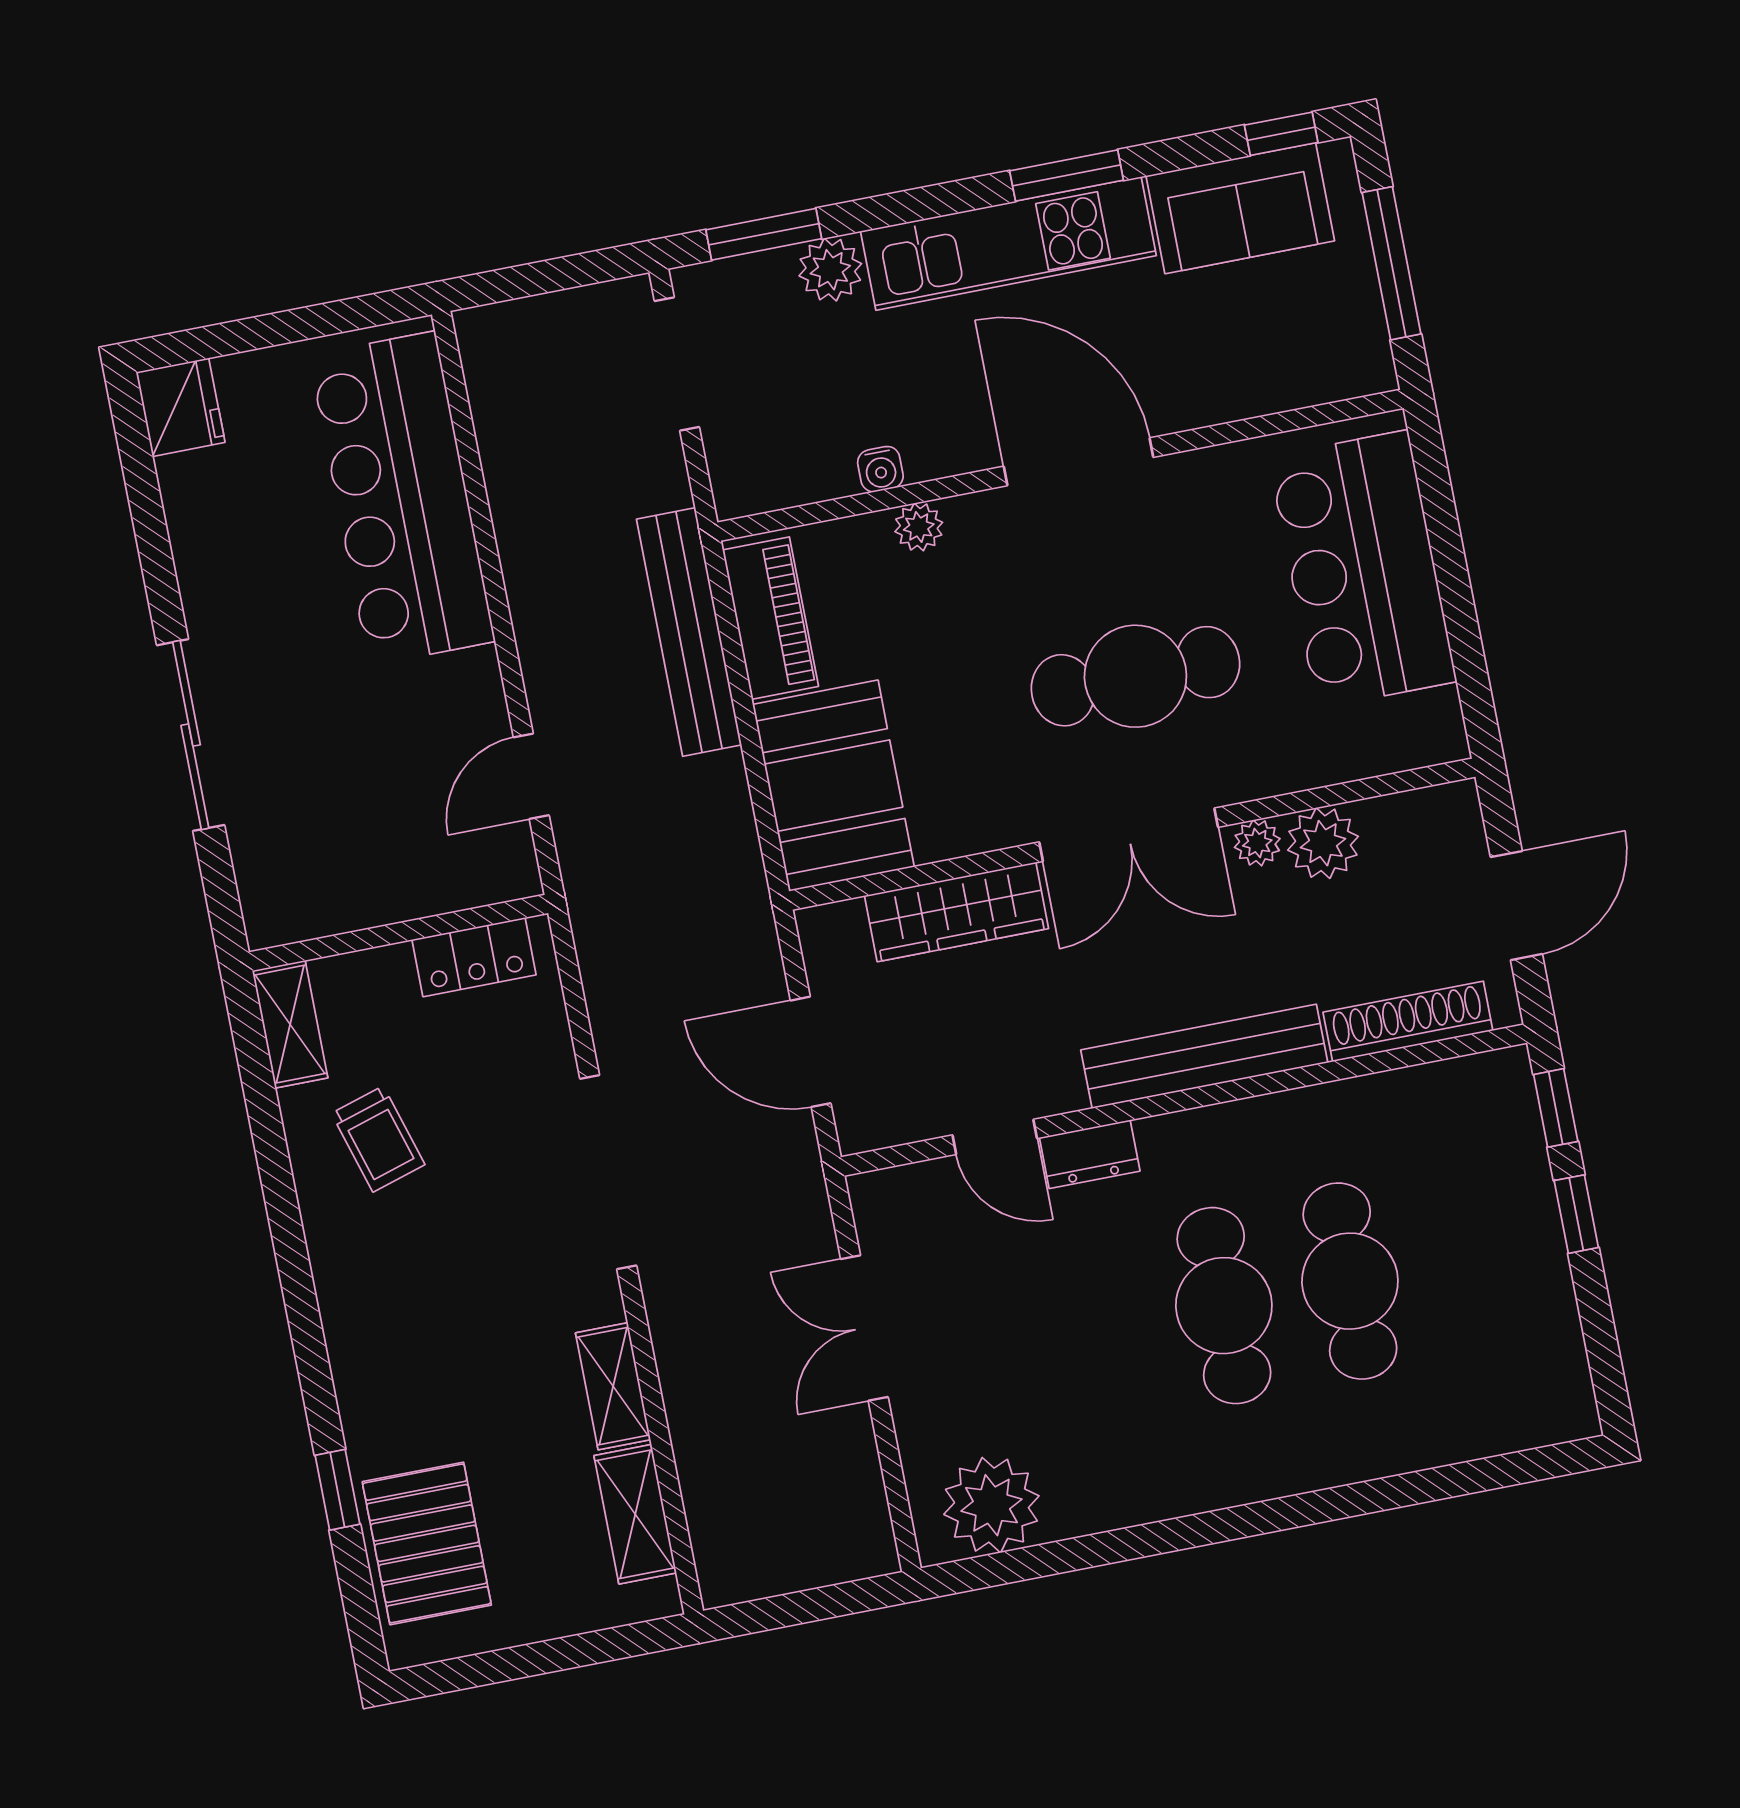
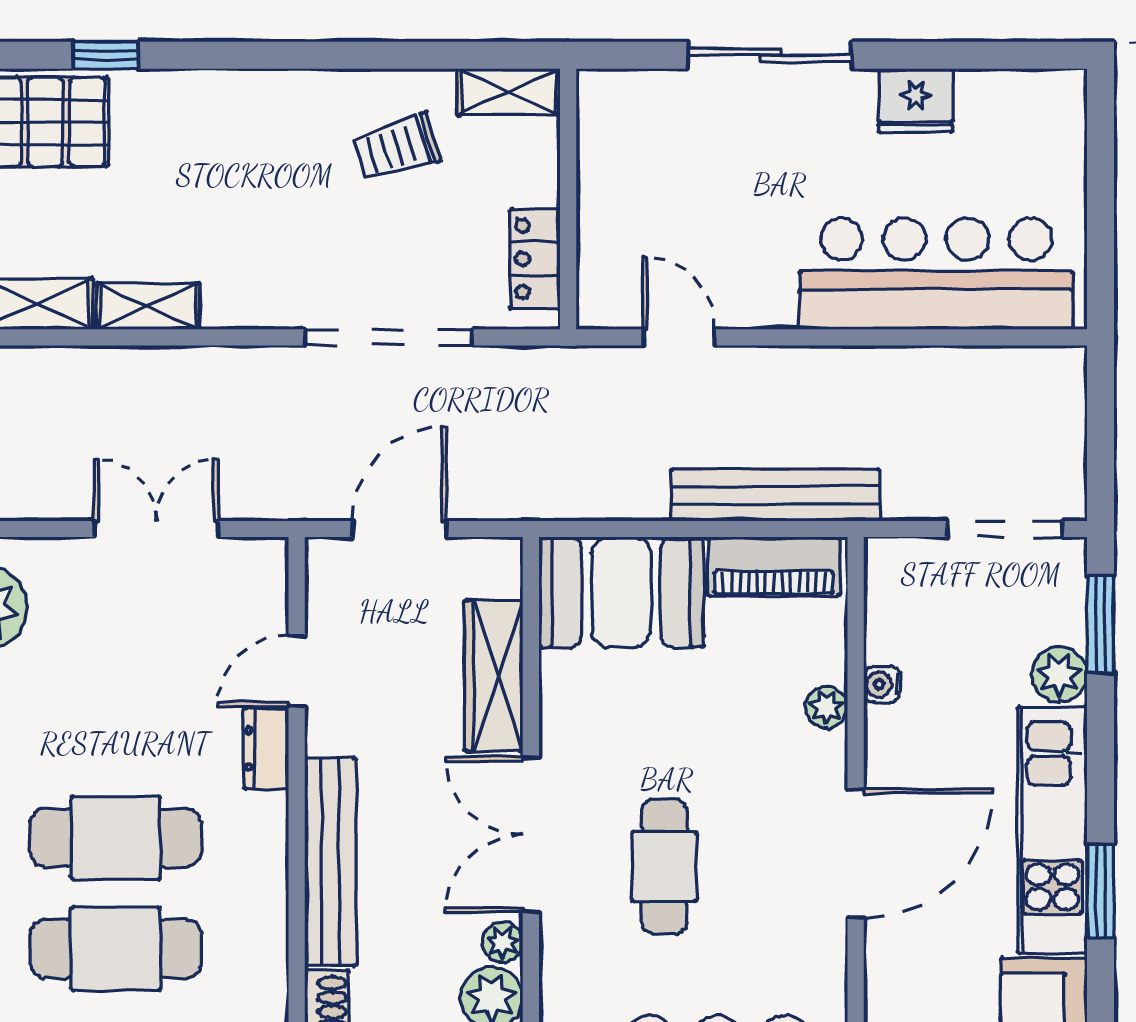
fridge: (180, 407) -> (916, 101), moved
cafe table: (1135, 676) -> (664, 867), width x0.73, depth x0.74
doorway: (608, 1172) -> (389, 337), moved

